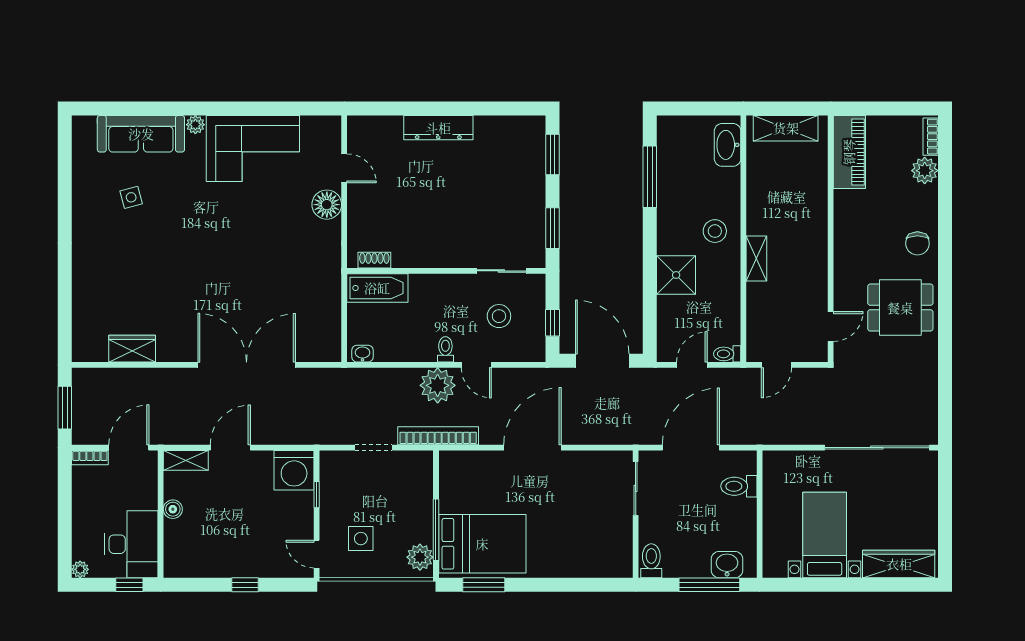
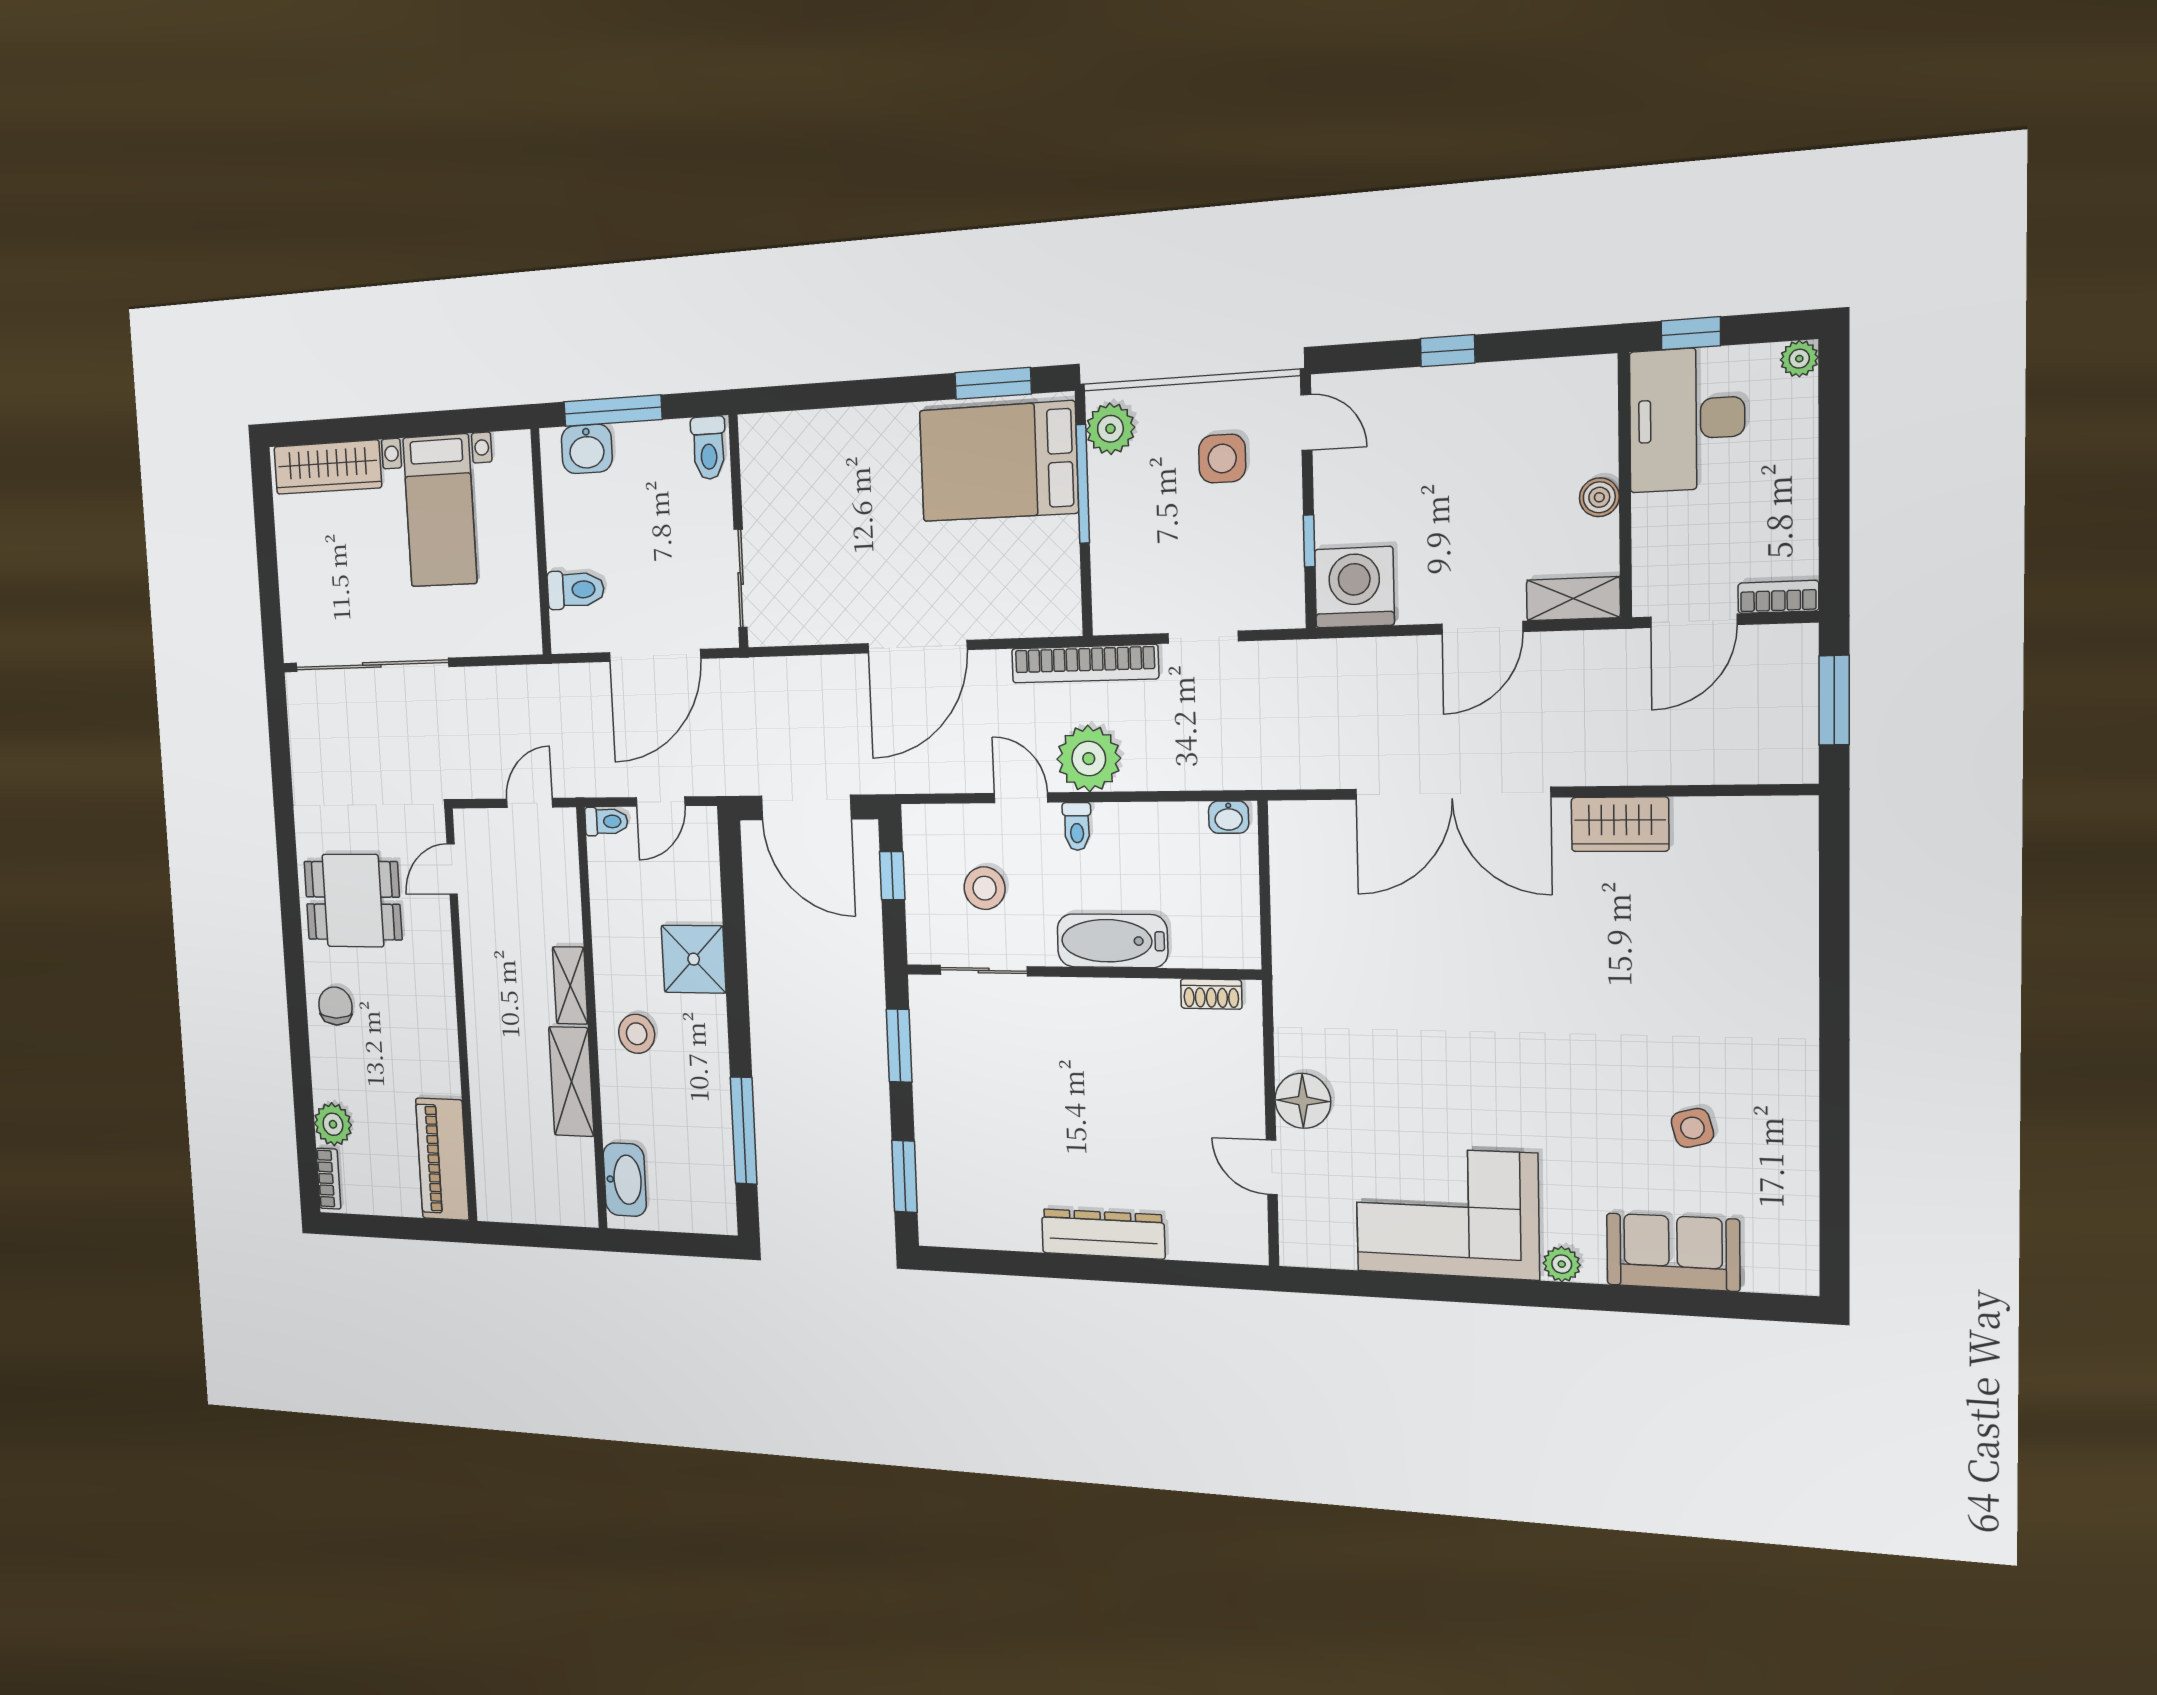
shelving: (786, 128) -> (571, 1082), moved, turned 90
sofa: (141, 134) -> (1673, 1252), width x0.73
bathtub: (377, 288) -> (1112, 941), moved
wardrobe: (132, 349) -> (1620, 824), moved

